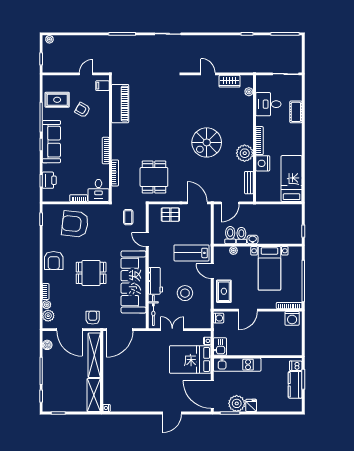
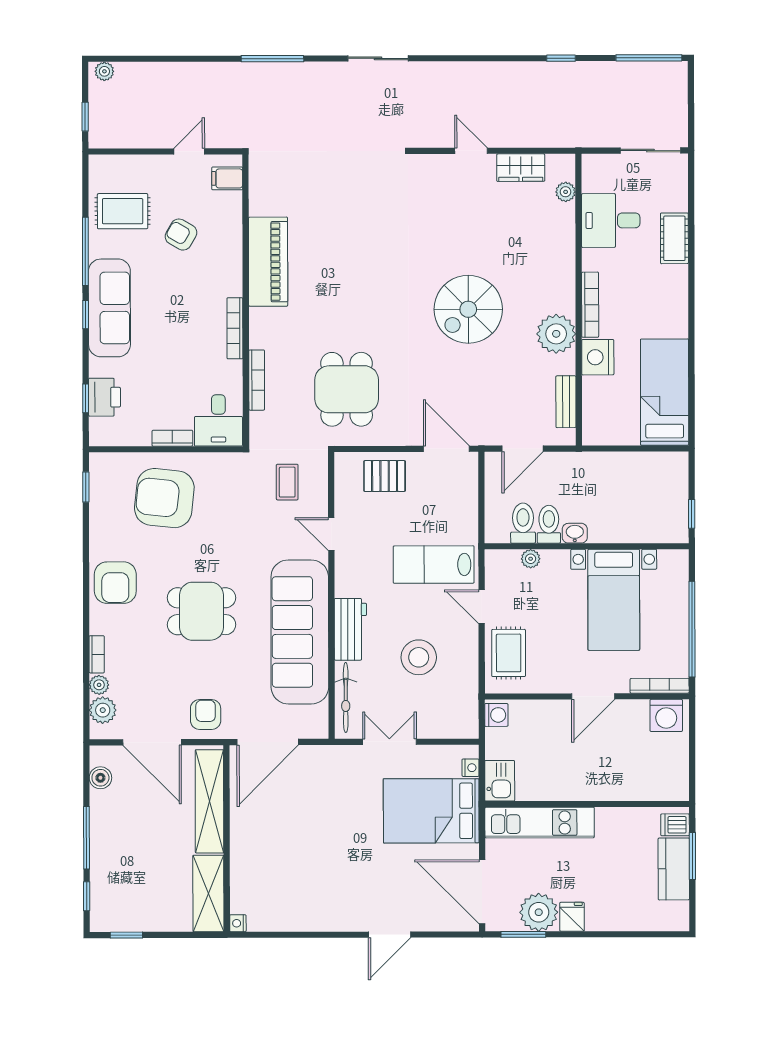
piano: (120, 104) -> (268, 262), moved
door: (248, 310) -> (593, 696), moved

